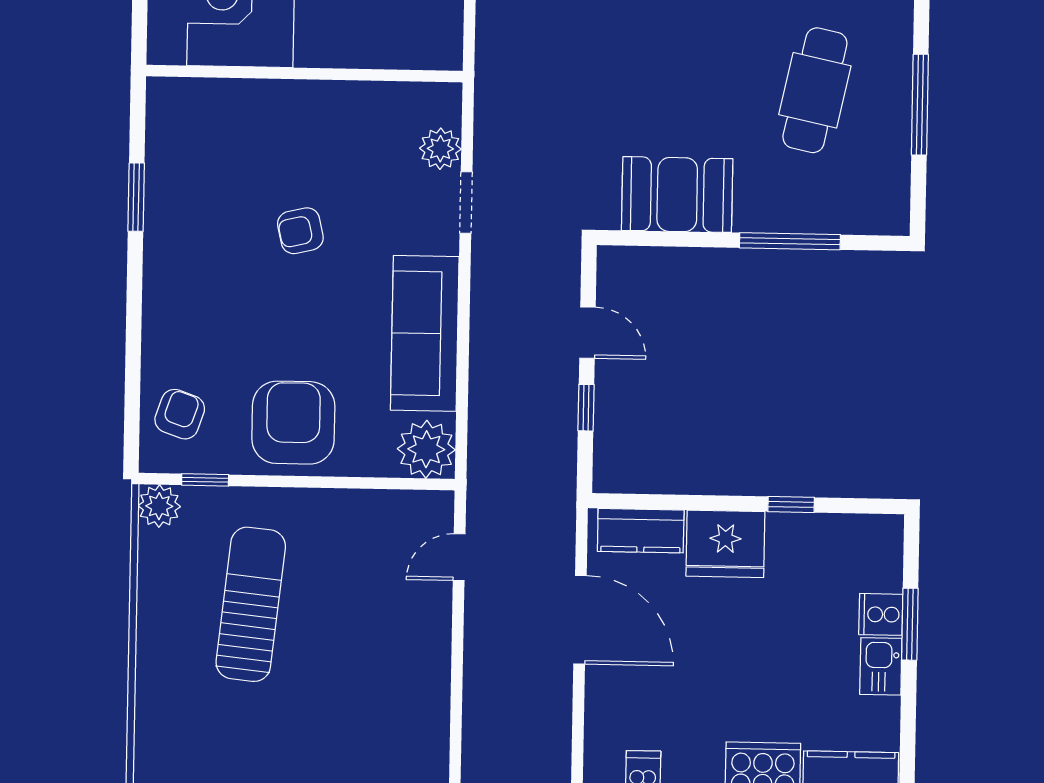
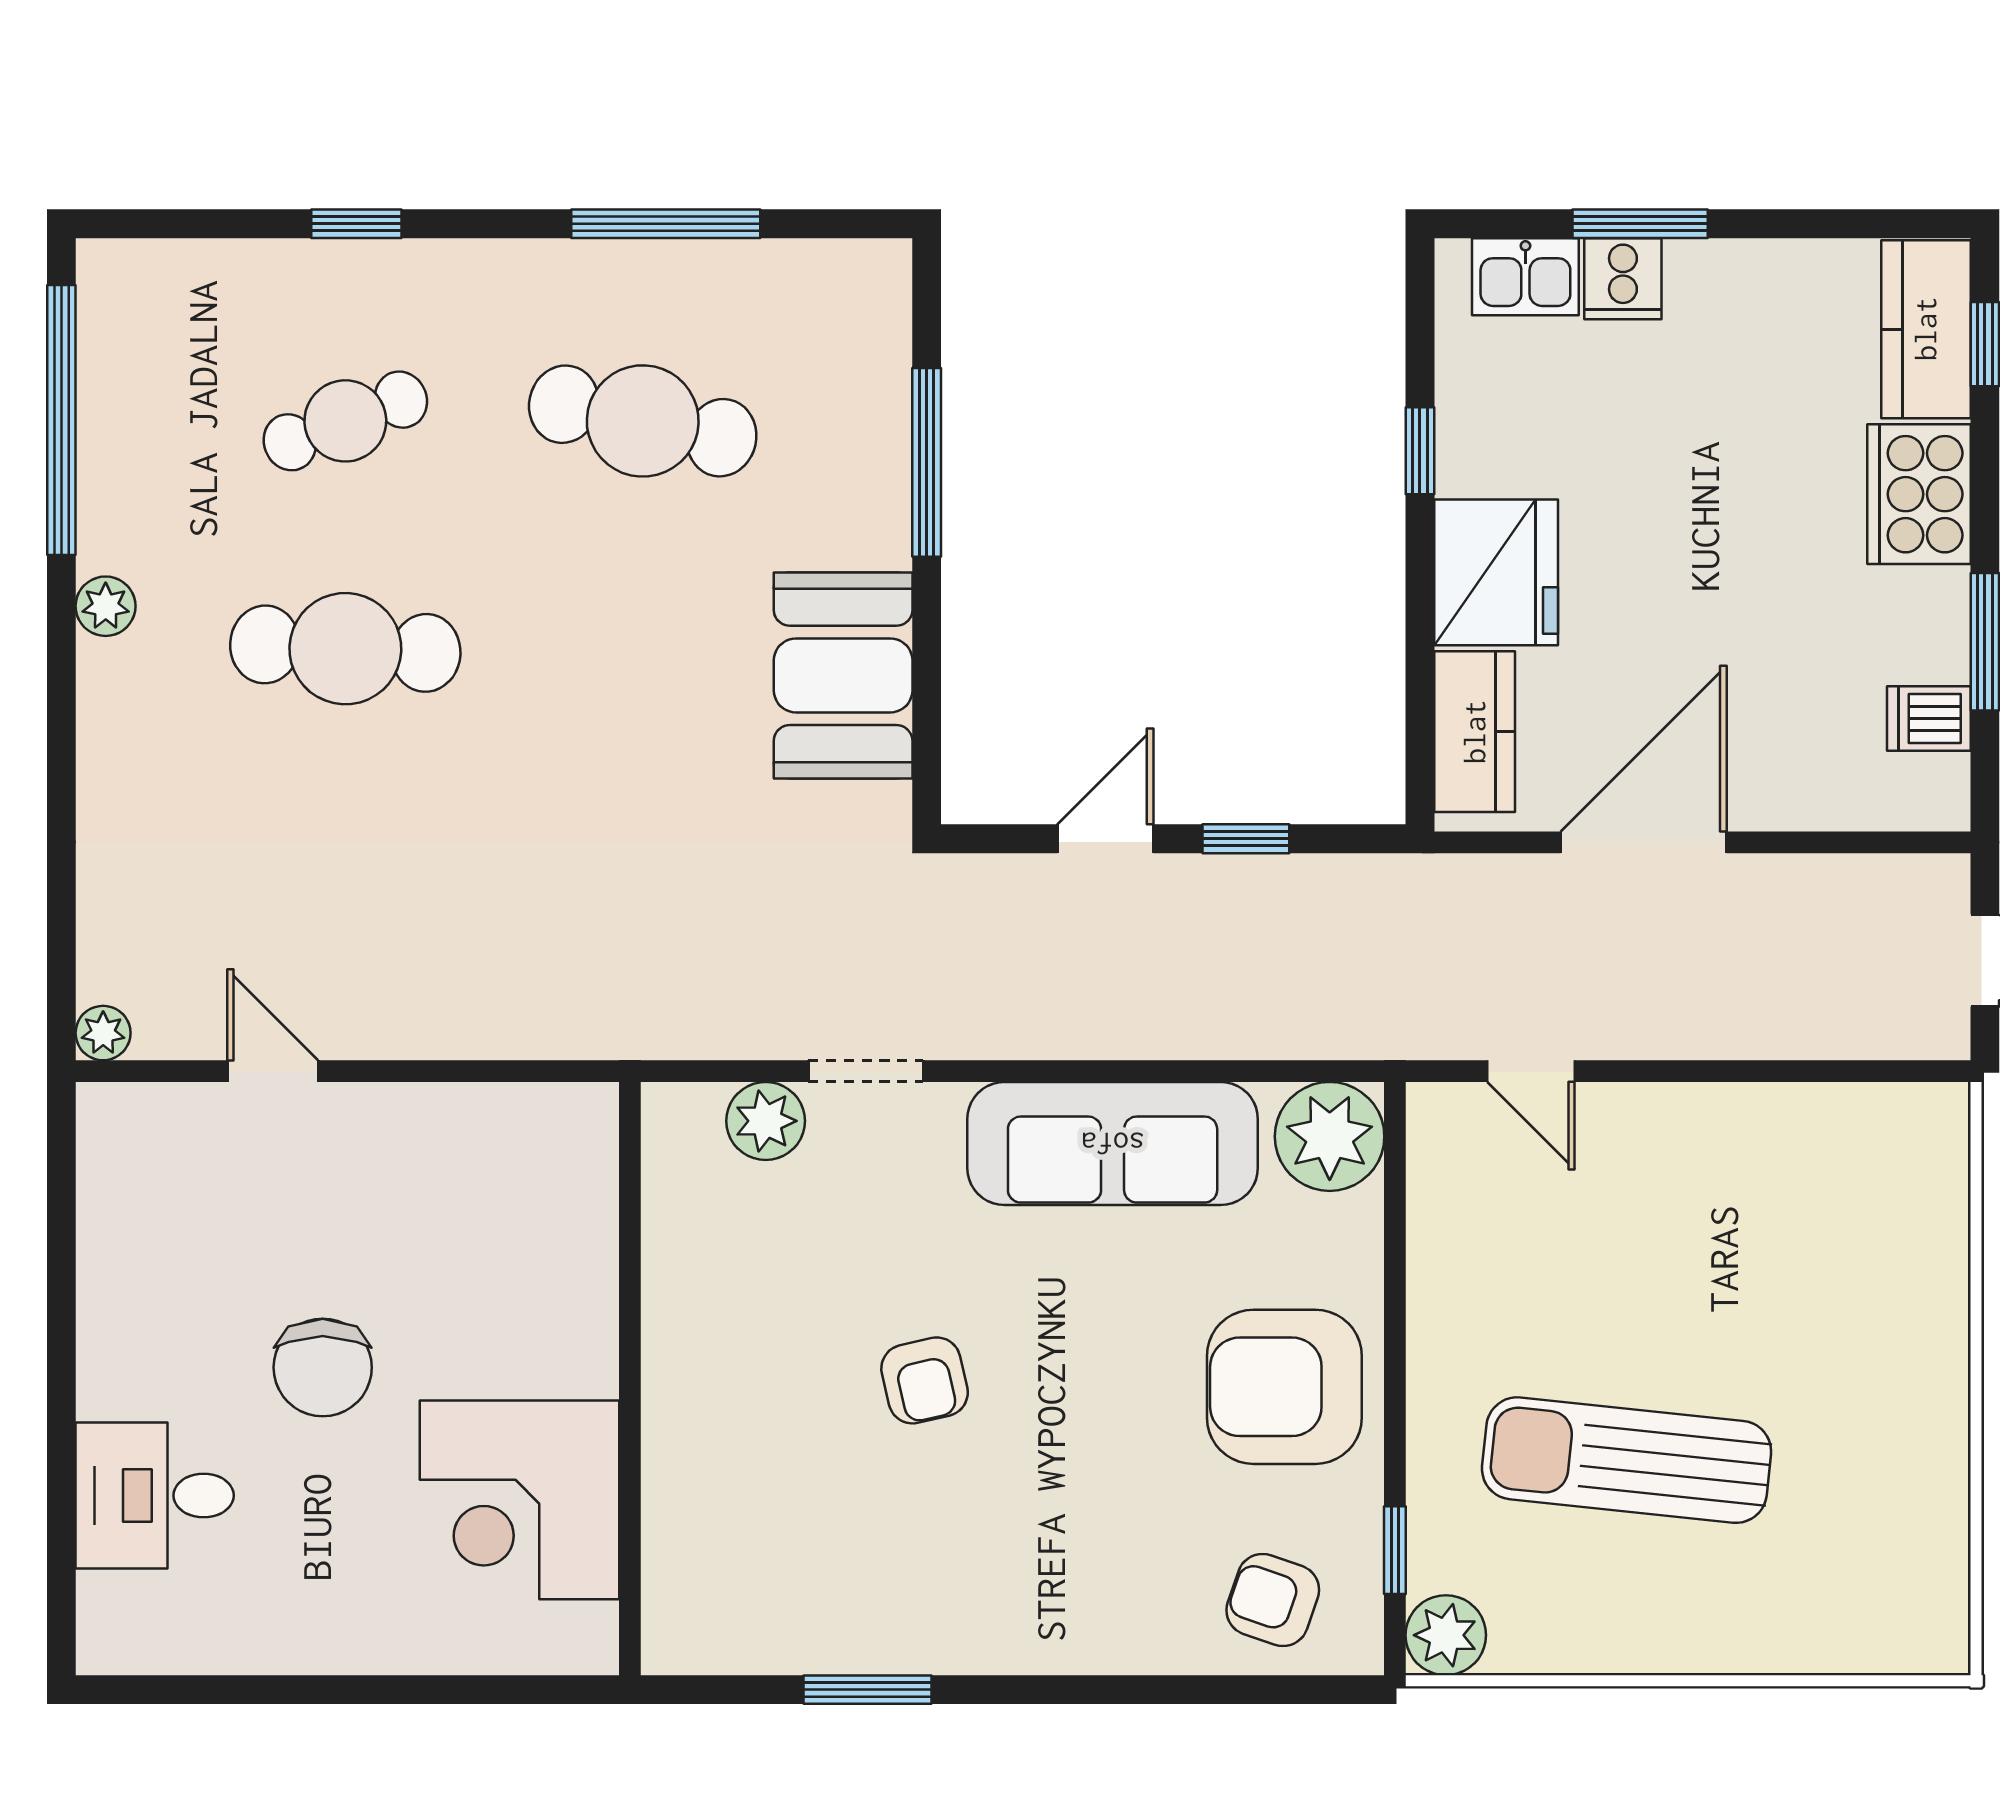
kitchen sink: (881, 666) -> (1525, 277), moved

